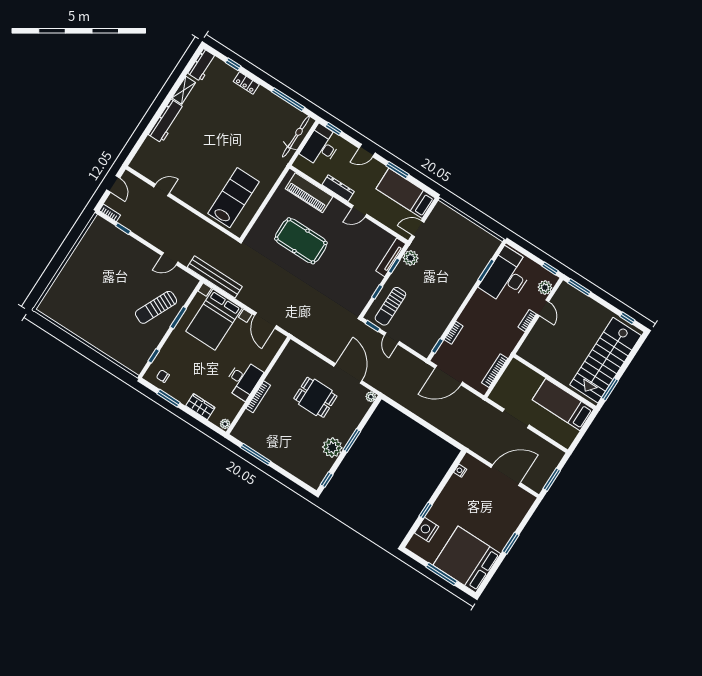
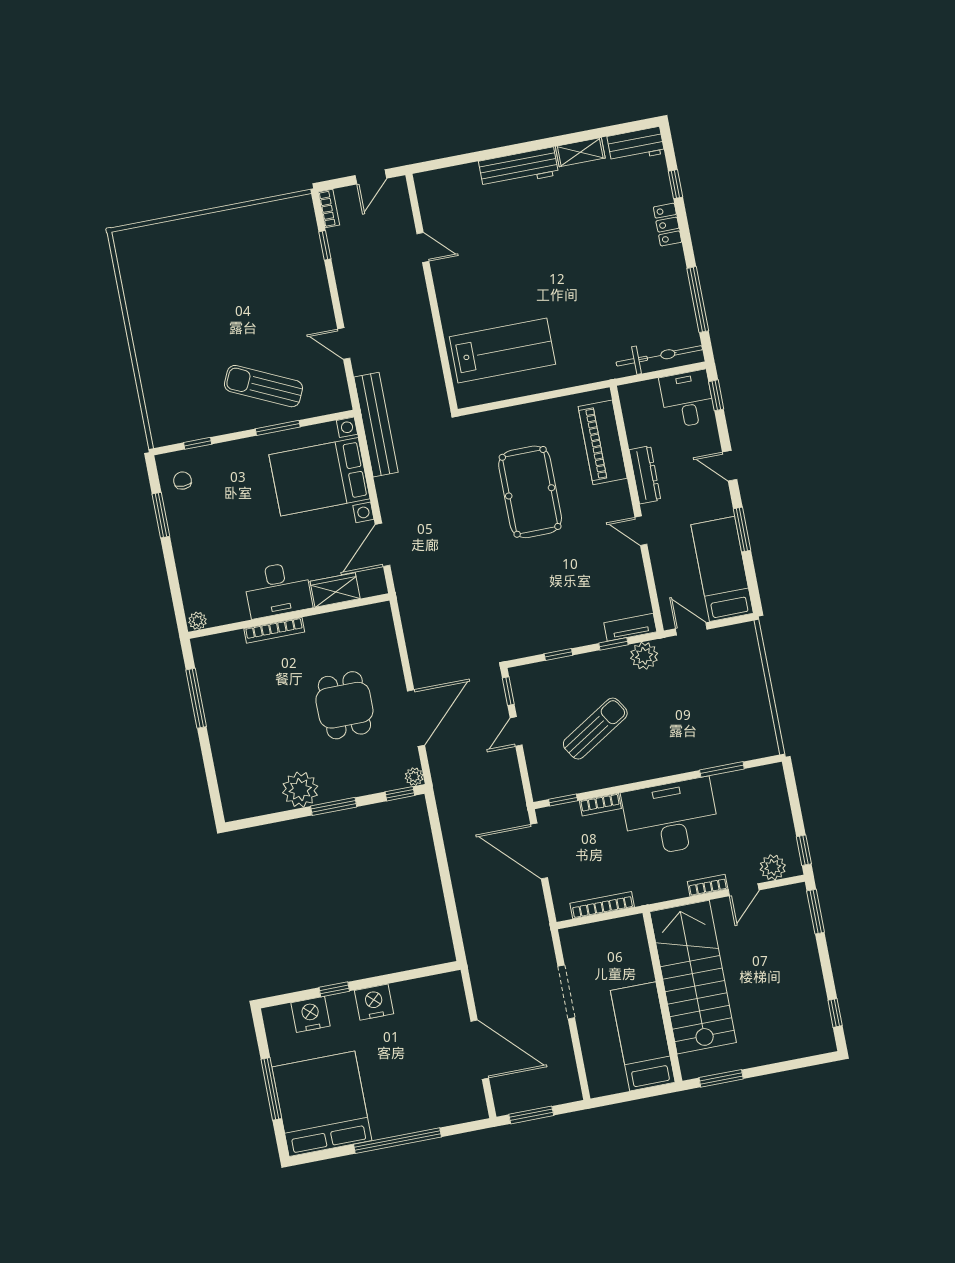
desk: (321, 146) -> (687, 399), width x0.73
tv unit: (391, 257) -> (630, 627), width x0.71
desk: (507, 276) -> (671, 817), moved
sun lounger: (390, 306) -> (595, 729), moved, turned 148
stairs: (606, 360) -> (693, 977), moved, turned 90
wardrobe: (200, 407) -> (335, 590), moved, turned -90
nightstand: (460, 471) -> (374, 1002), moved, width x1.89, depth x1.79
window: (327, 480) -> (400, 794), moved
window: (511, 543) -> (398, 1141), width x2.11

